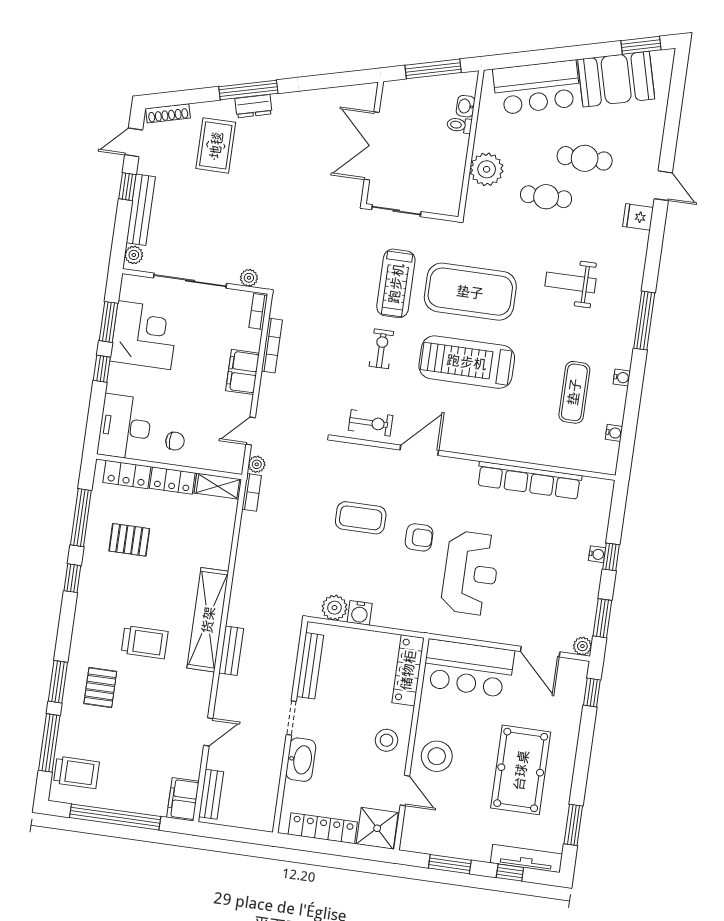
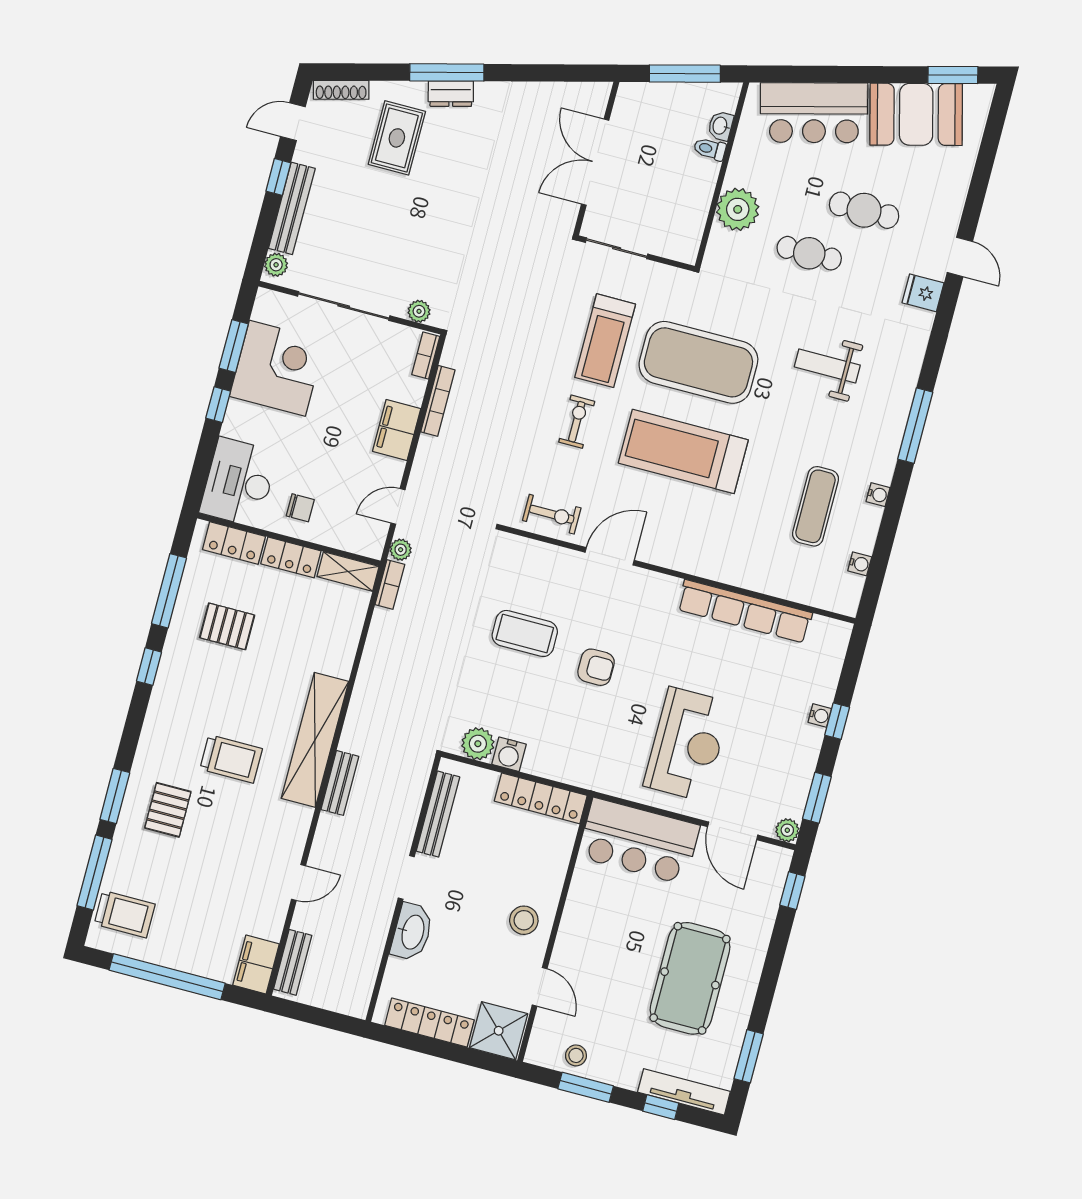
reception desk: (471, 573) -> (687, 744), moved
locker: (408, 670) -> (541, 798), moved, turned -90
stool: (437, 756) -> (576, 1055), moved, width x0.53, depth x0.53

